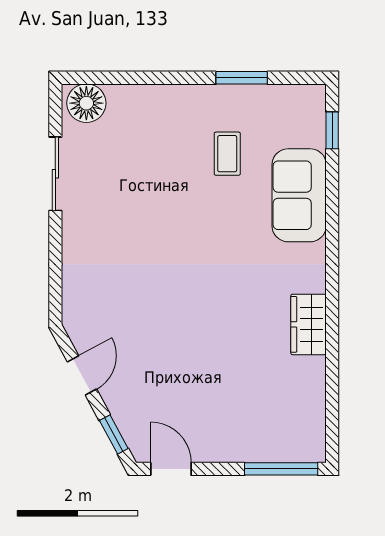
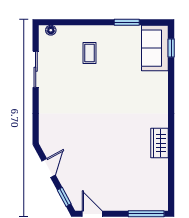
floor lamp: (86, 103) -> (51, 30), width x0.53, depth x0.53
coffee table: (227, 154) -> (89, 53), moved
sofa: (299, 195) -> (155, 48), moved

